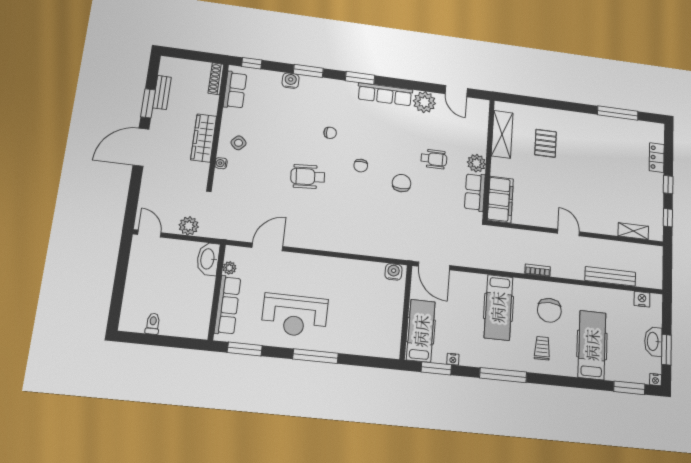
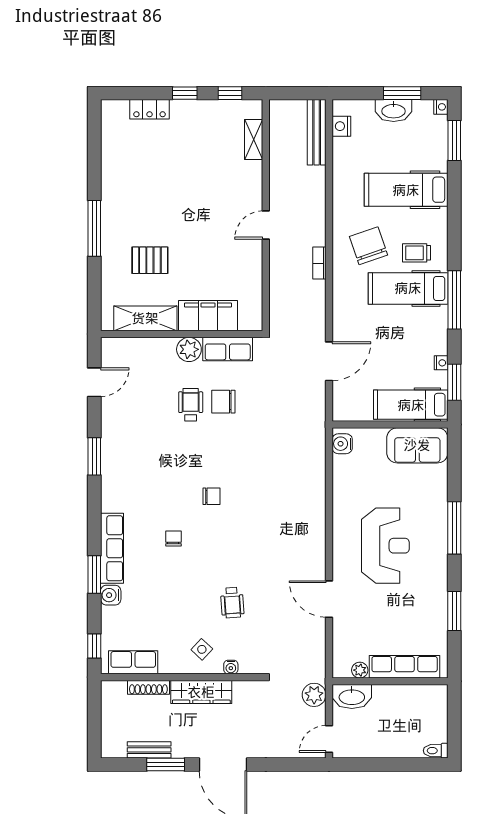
window: (360, 78) -> (94, 456), moved
shoe rack: (216, 79) -> (148, 687), moved
row of seats: (385, 94) -> (112, 548), moved
plant: (424, 102) -> (115, 422), removed
window: (618, 113) -> (94, 228), moved
wheelchair: (308, 177) -> (232, 602), moved, width x0.73, depth x0.73
chair: (402, 183) -> (223, 402), moved
filing cabinet: (500, 199) -> (208, 316), moved
washbasin: (208, 259) -> (352, 697), moved
door: (434, 266) -> (329, 361), moved
plant: (229, 268) -> (360, 670), moved
bench: (610, 276) -> (317, 132), moved
wall: (217, 292) -> (390, 681), moved
row of seats: (227, 305) -> (405, 667), moved
hospital bed: (498, 307) -> (408, 288), moved, turned 180
chair: (549, 310) -> (369, 246), turned -109
reception desk: (295, 315) -> (385, 546), moved
toilet: (153, 324) -> (436, 751), moved
sofa: (387, 333) -> (417, 445), added

